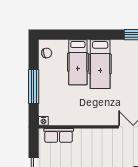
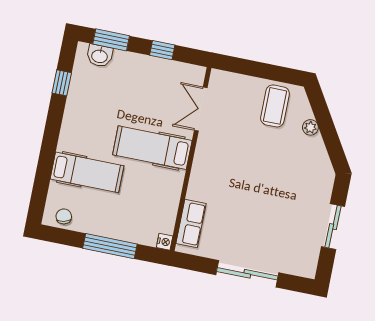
hospital bed: (100, 64) -> (152, 148), moved, turned 180

